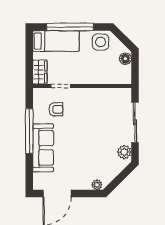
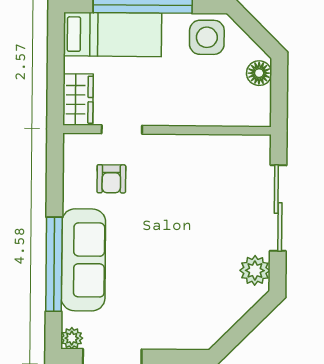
armchair: (56, 109) -> (111, 179), turned 90
window: (29, 131) -> (54, 264), moved
plant: (97, 185) -> (72, 338), moved

